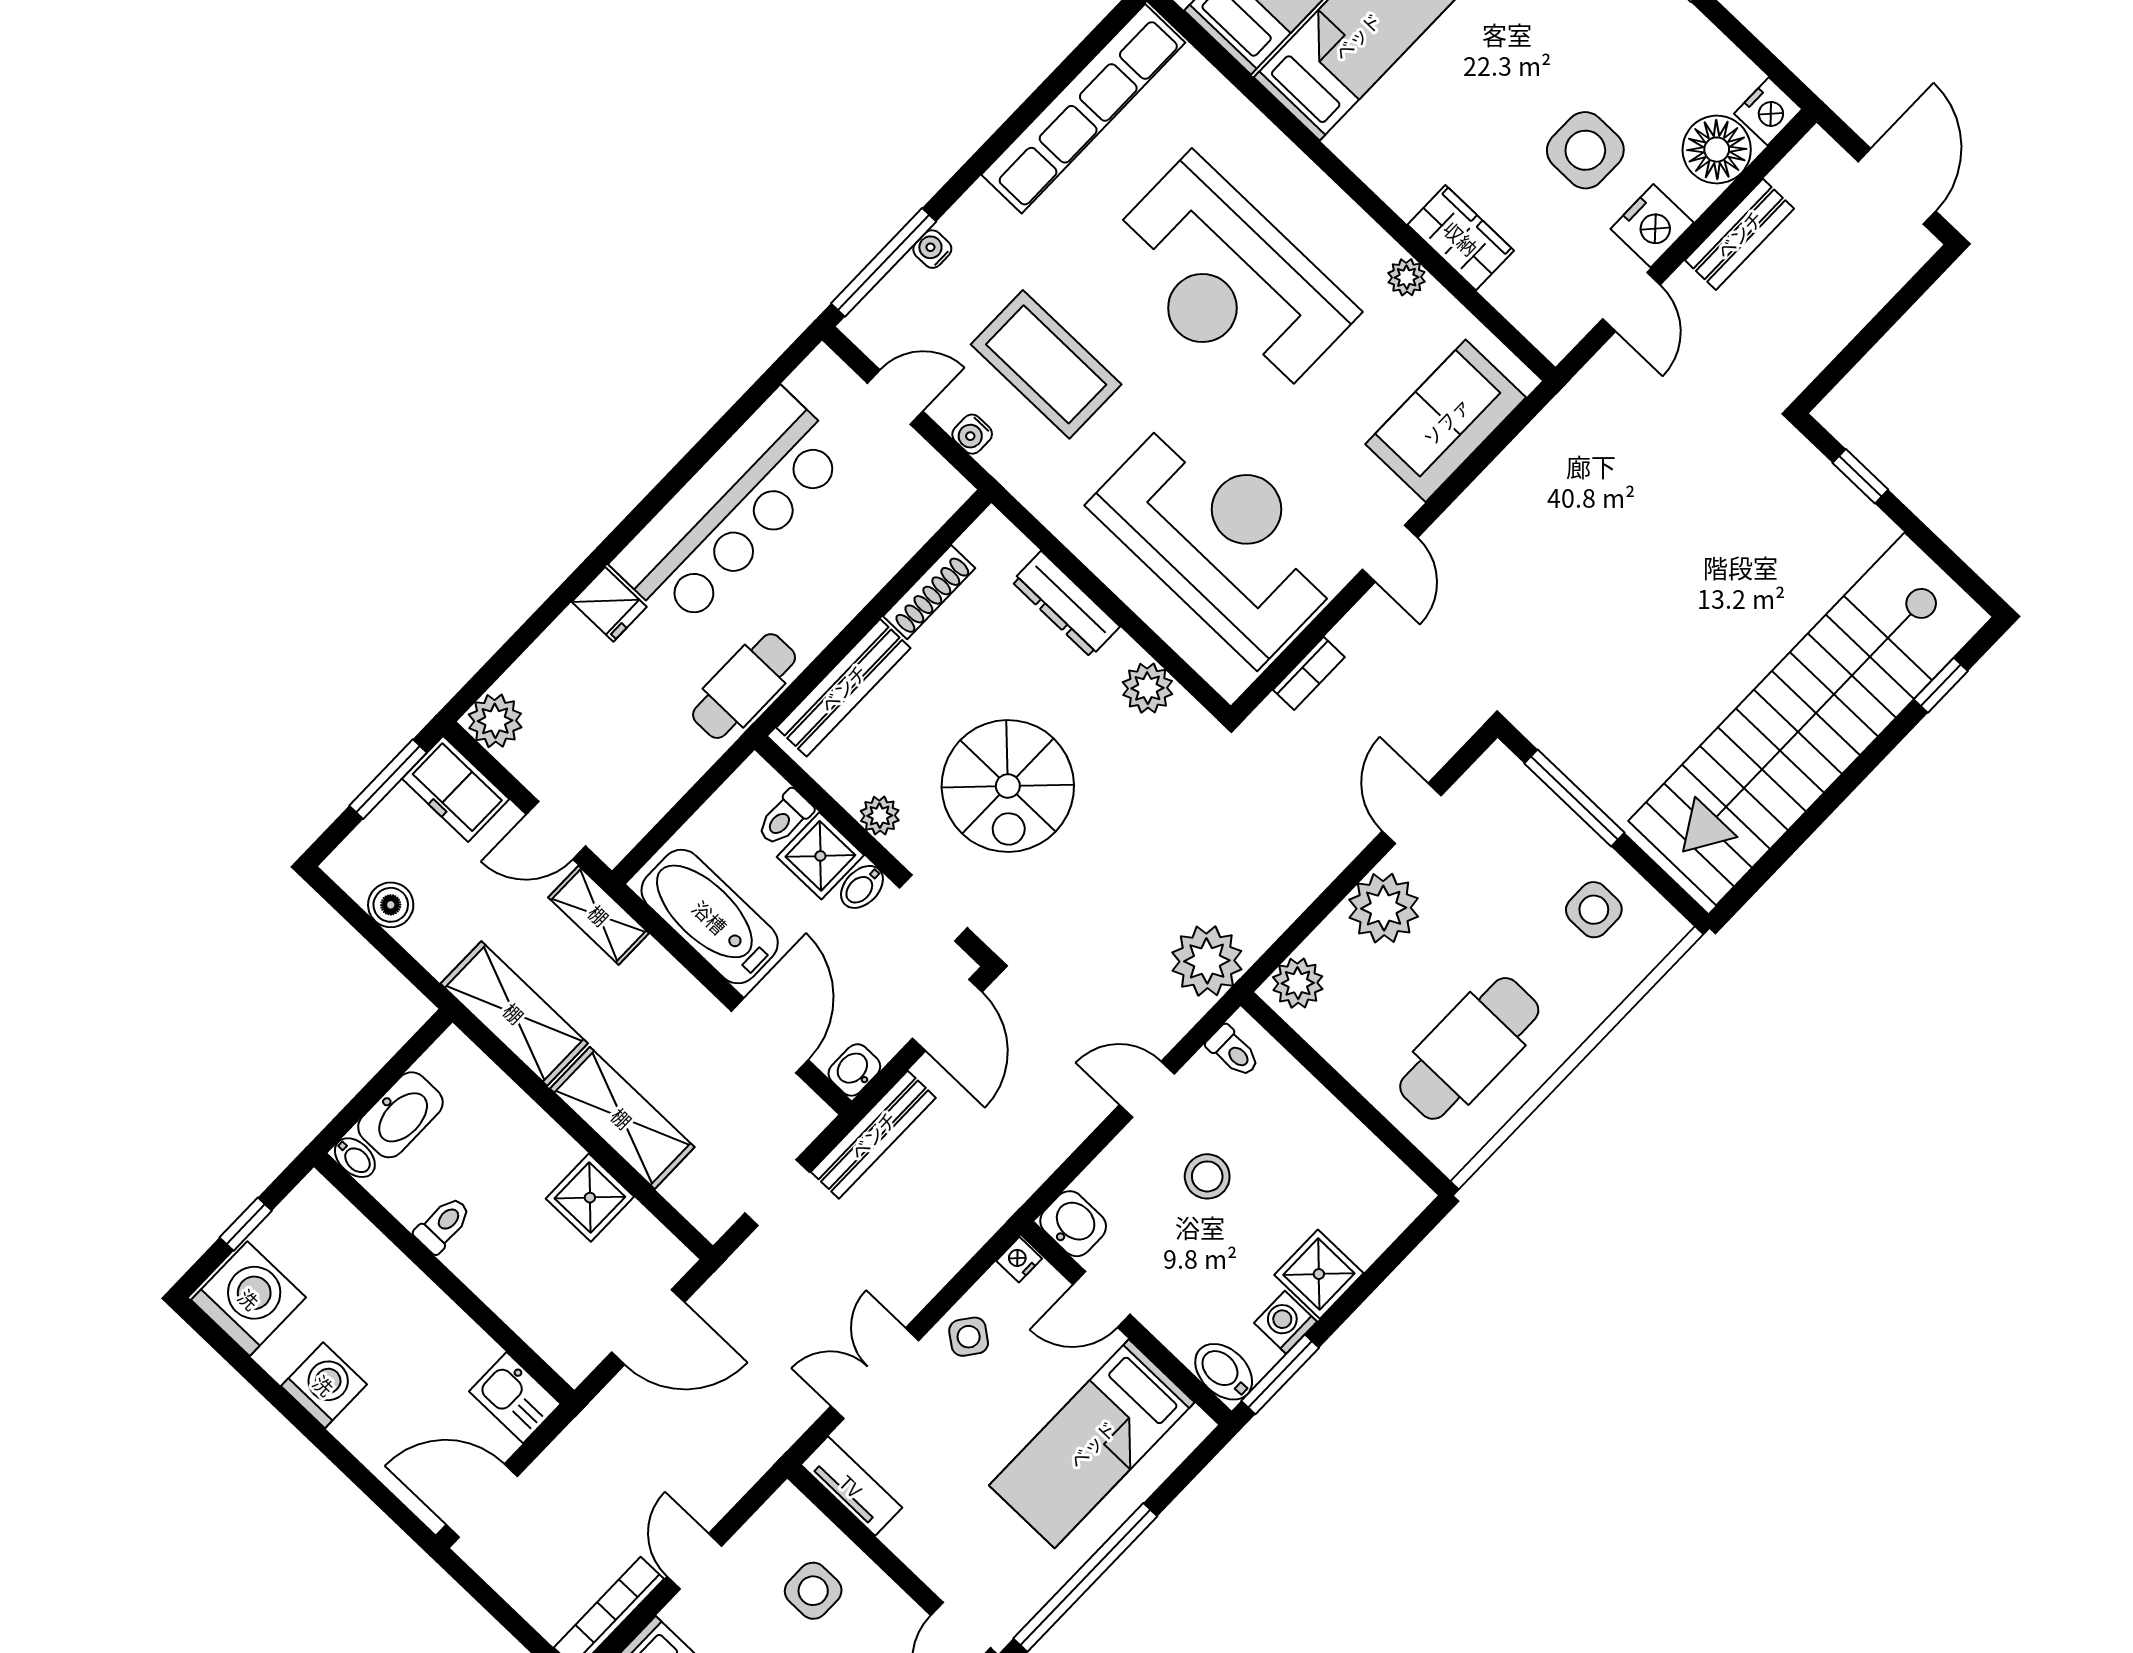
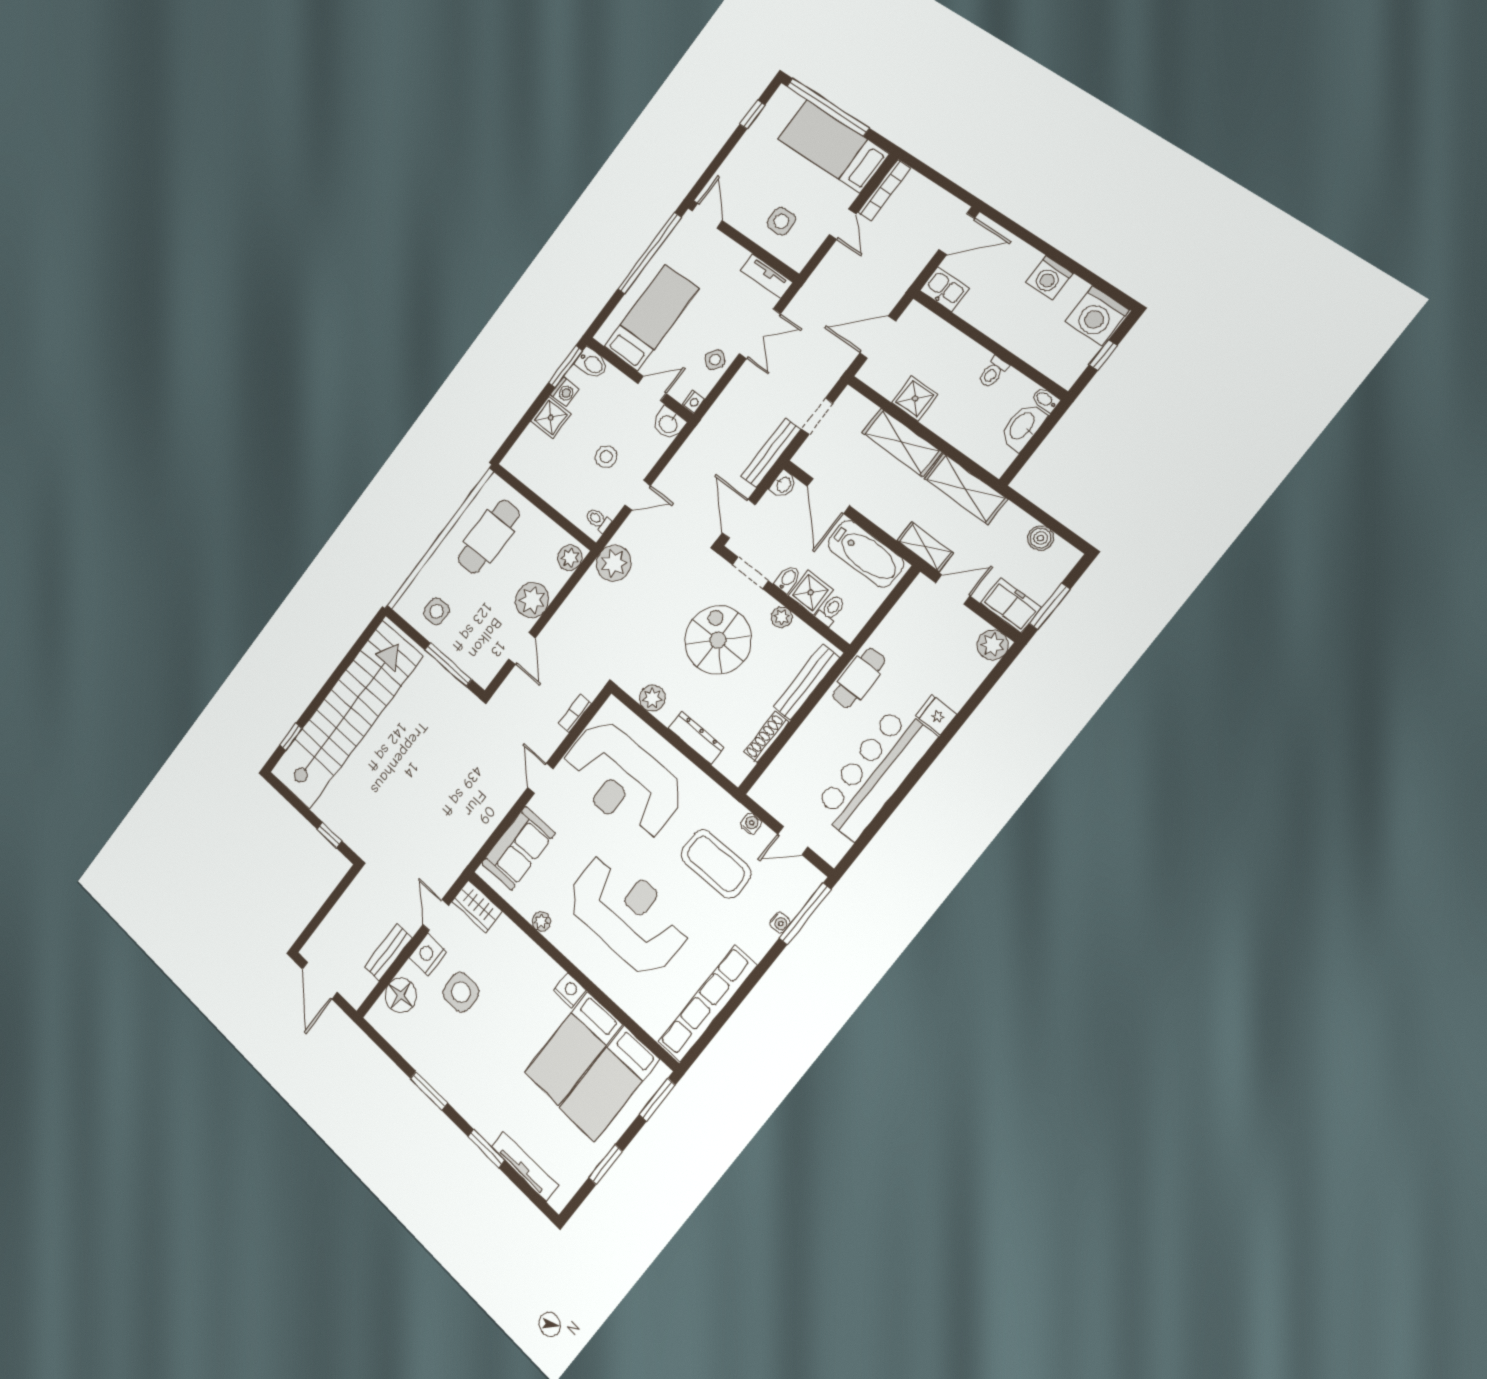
nightstand: (1768, 111) -> (570, 990), moved, turned 90
wardrobe: (1461, 238) -> (477, 906), moved

